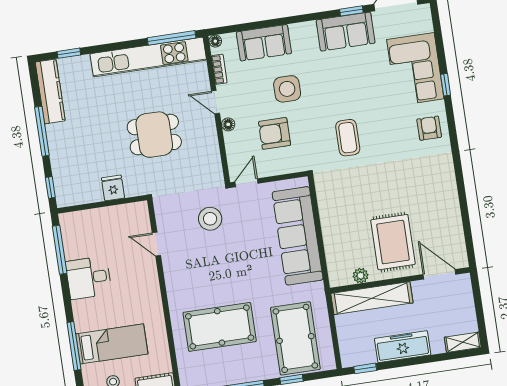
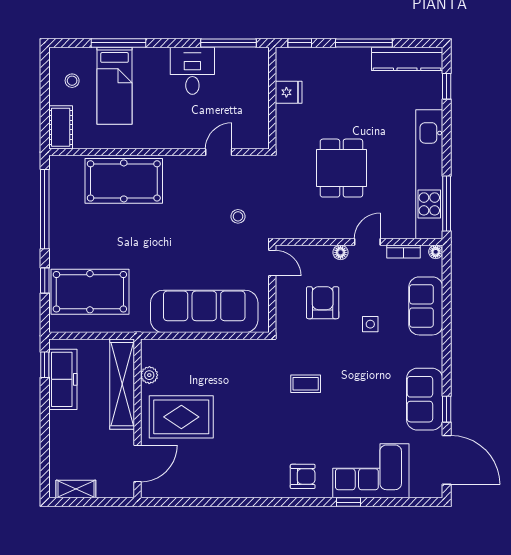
side table: (287, 89) -> (370, 324), width x0.54, depth x0.54
coffee table: (348, 138) -> (306, 384), width x0.73, depth x0.77
fridge: (113, 188) -> (289, 92), moved
stool: (210, 219) -> (238, 216), width x0.53, depth x0.53
pool table: (220, 327) -> (124, 181), moved, turned 90
shelving: (463, 342) -> (76, 489), moved, turned 90
freezer: (403, 347) -> (63, 379), moved

